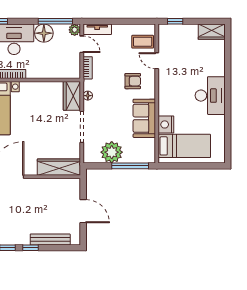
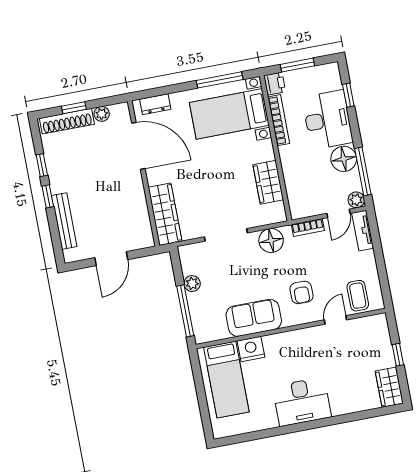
window: (175, 21) -> (398, 355), moved
wardrobe: (72, 96) -> (268, 182), moved, turned -90
floor lamp: (88, 96) -> (271, 241), width x1.89, depth x1.89
plant: (112, 152) -> (192, 284), width x0.53, depth x0.53

